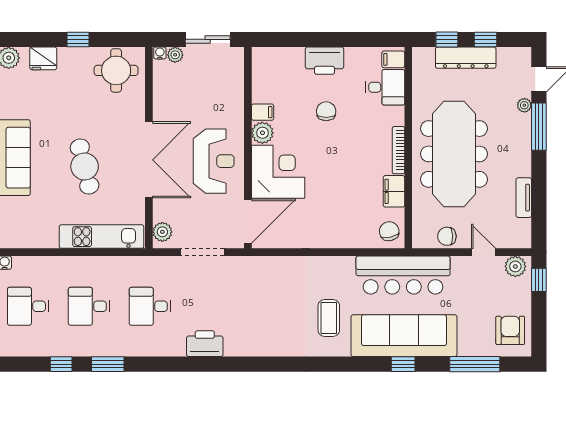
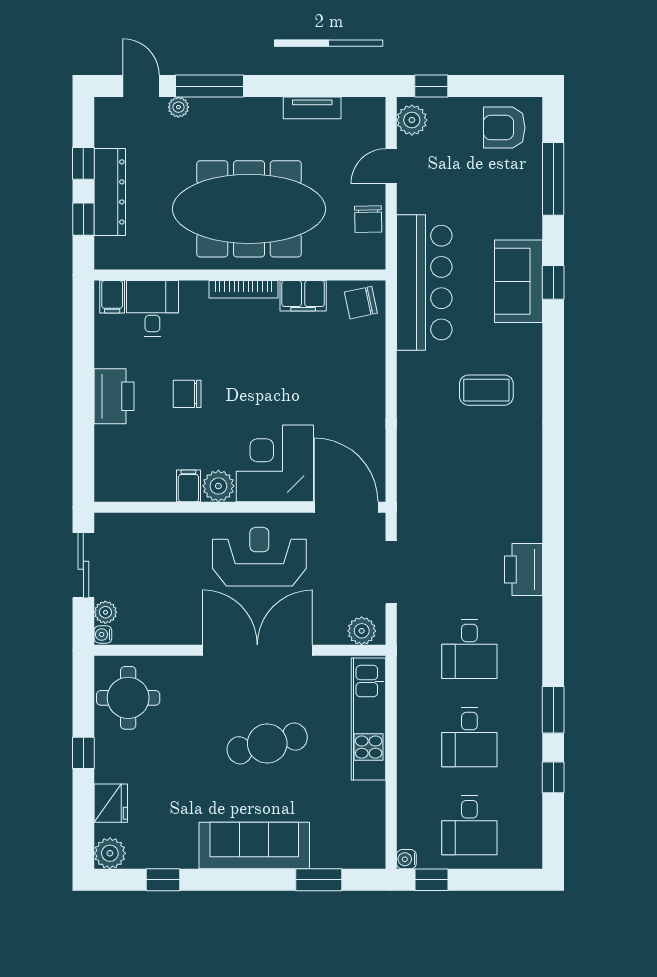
sofa: (404, 336) -> (518, 281), width x0.54, depth x0.79

